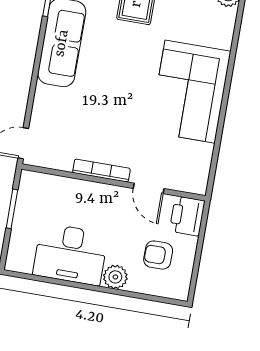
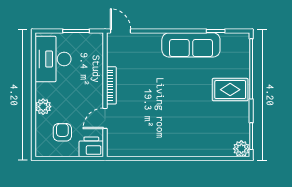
corner sofa: (190, 92) -> (173, 135), removed
desk: (70, 254) -> (53, 59), moved

